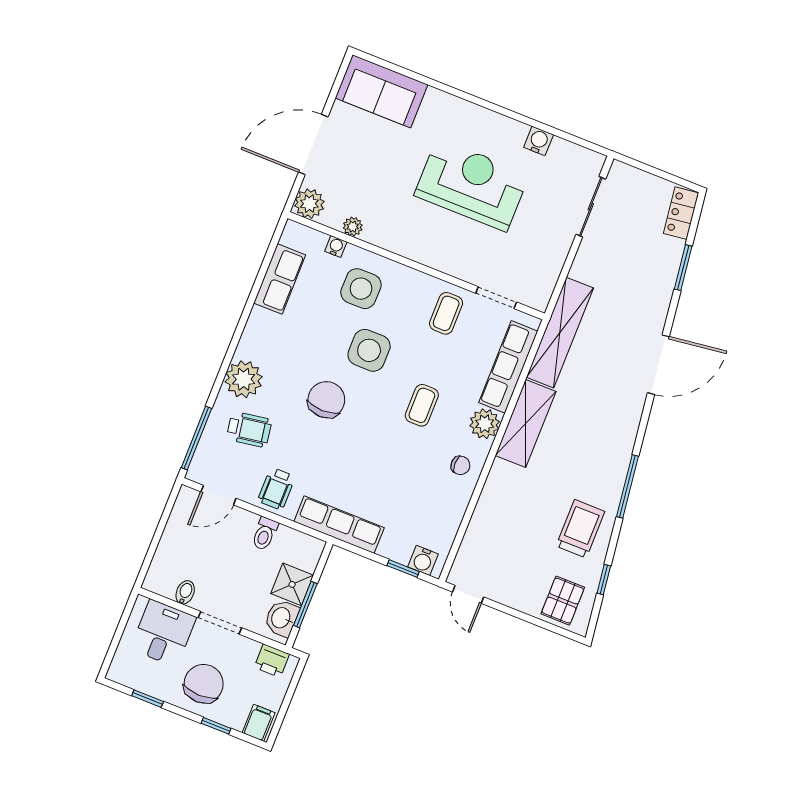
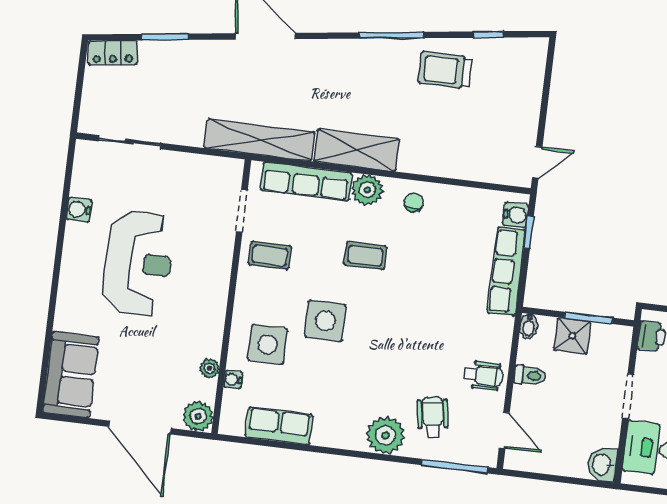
reception desk: (472, 185) -> (139, 263), turned 180
chair: (326, 400) -> (384, 350), removed
row of seats: (339, 525) -> (506, 272), moved
bidet: (185, 592) -> (529, 326), moved, turned -90
pallet: (563, 601) -> (519, 69), removed
washbasin: (282, 618) -> (602, 464), moved, turned 90

